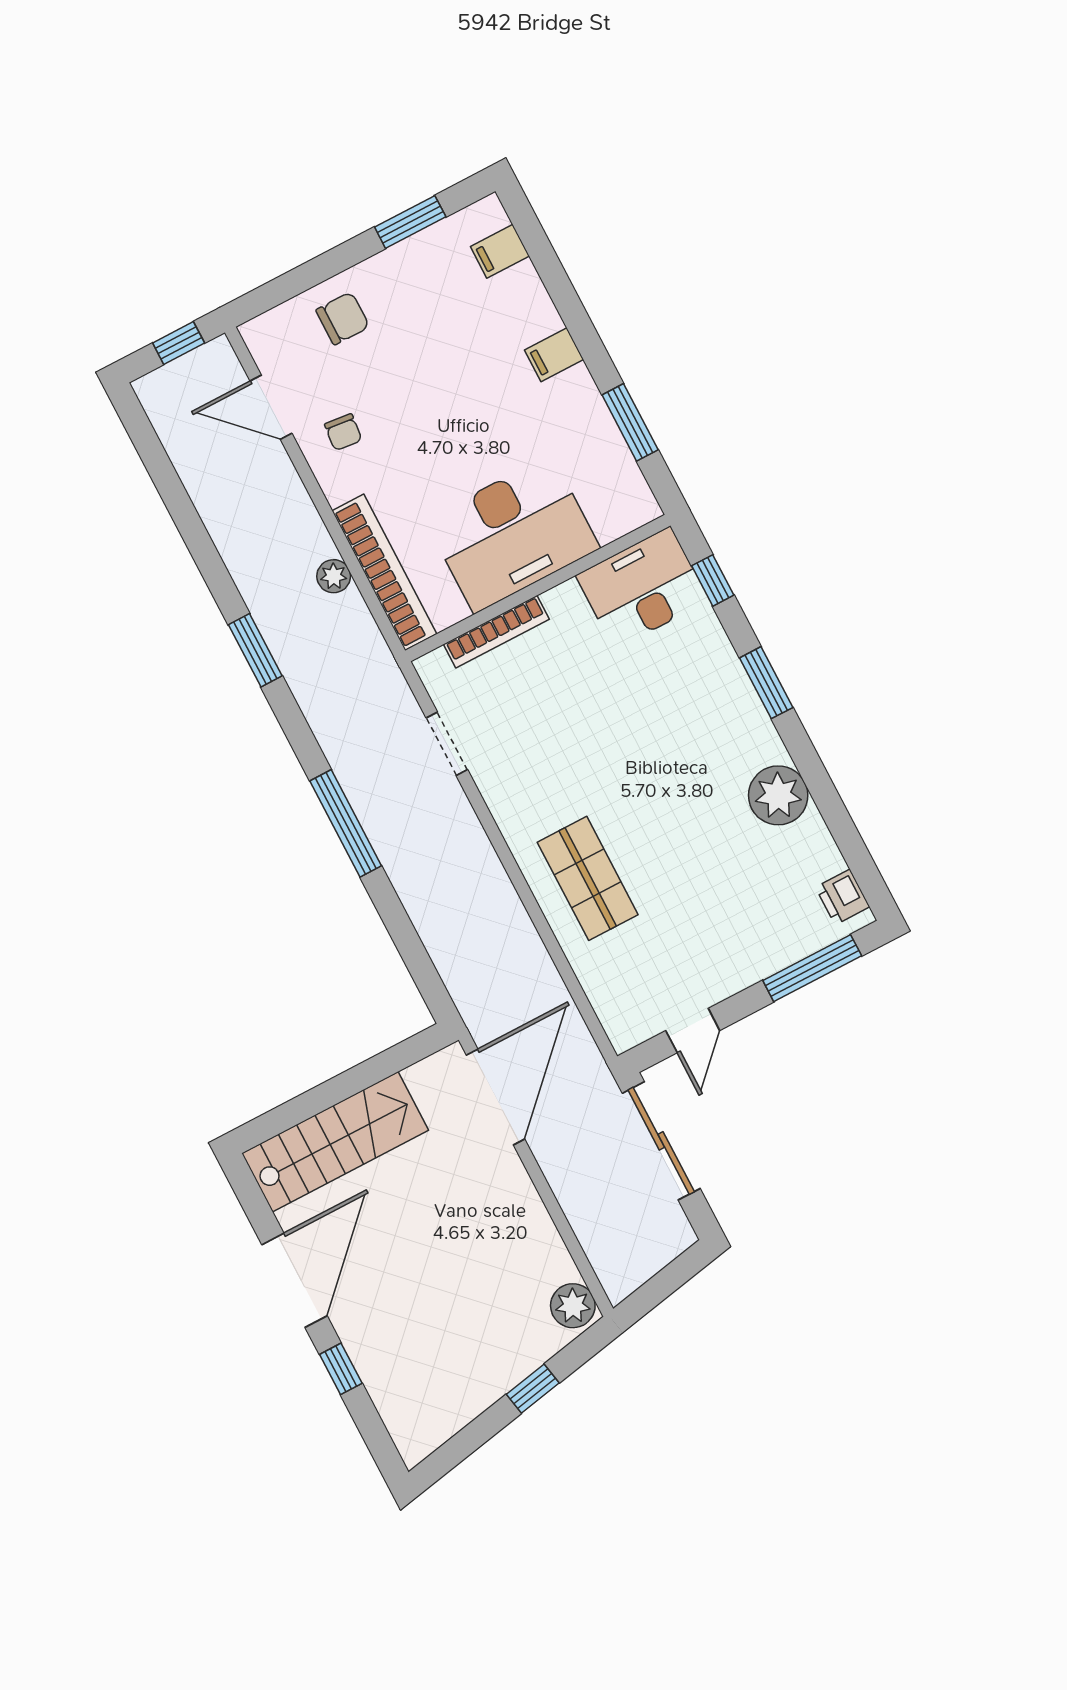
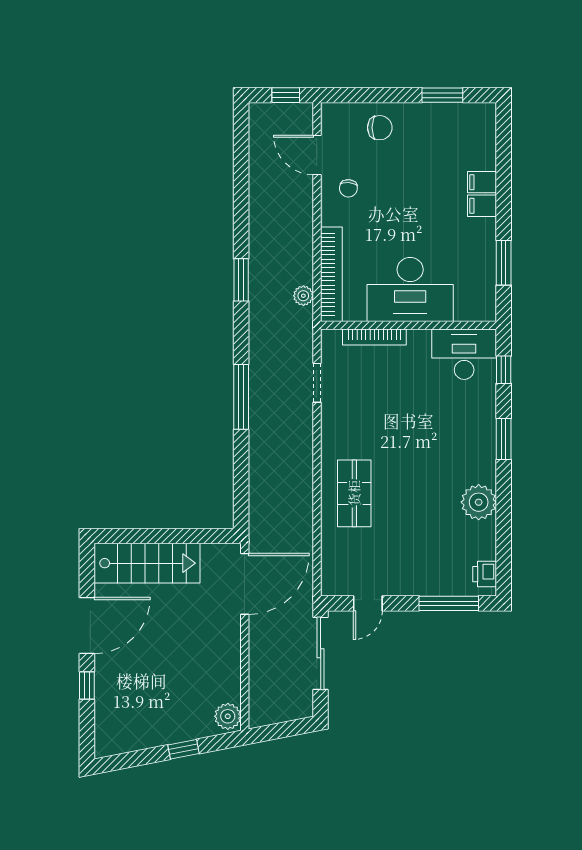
filing cabinet: (500, 251) -> (482, 182), moved
plant: (334, 576) -> (303, 296), moved

